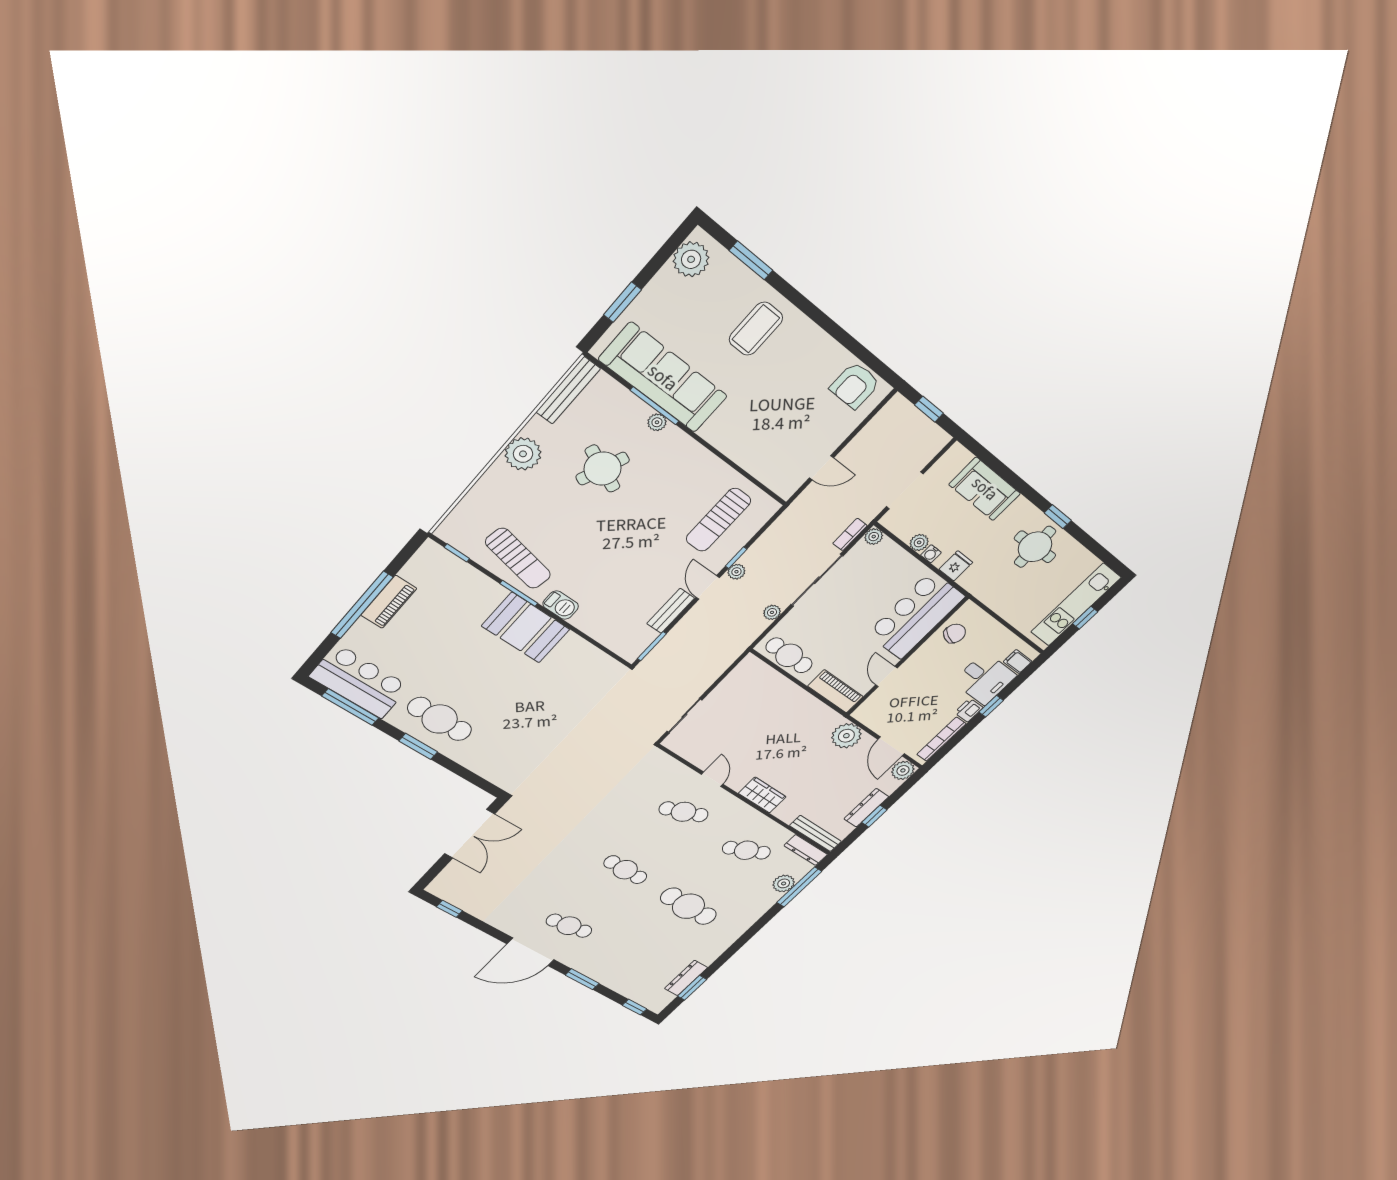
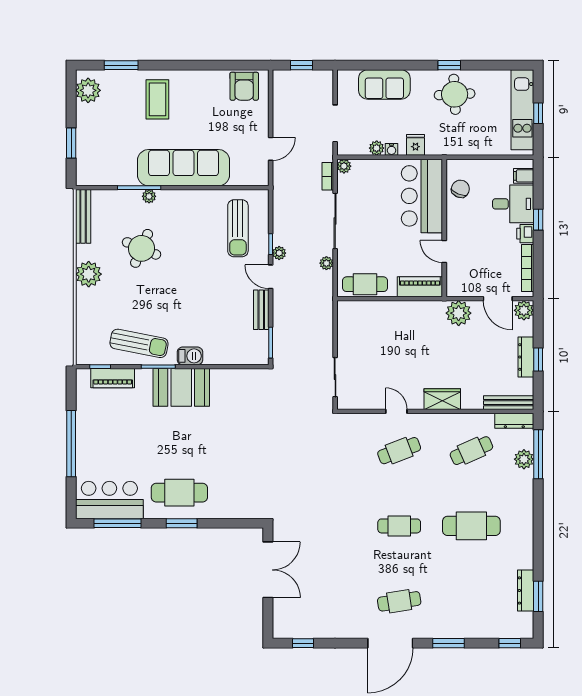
sofa: (663, 378) -> (183, 168), moved
piano: (389, 602) -> (113, 378), moved, turned 90

